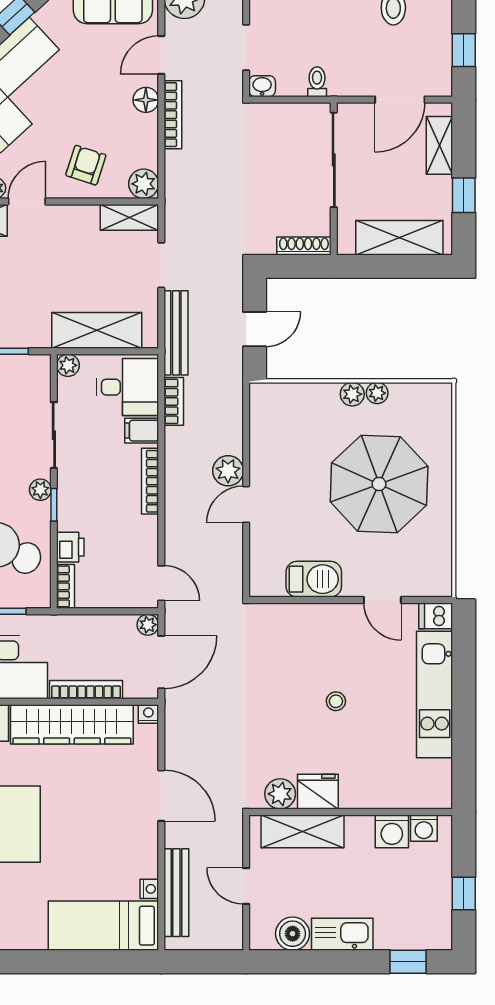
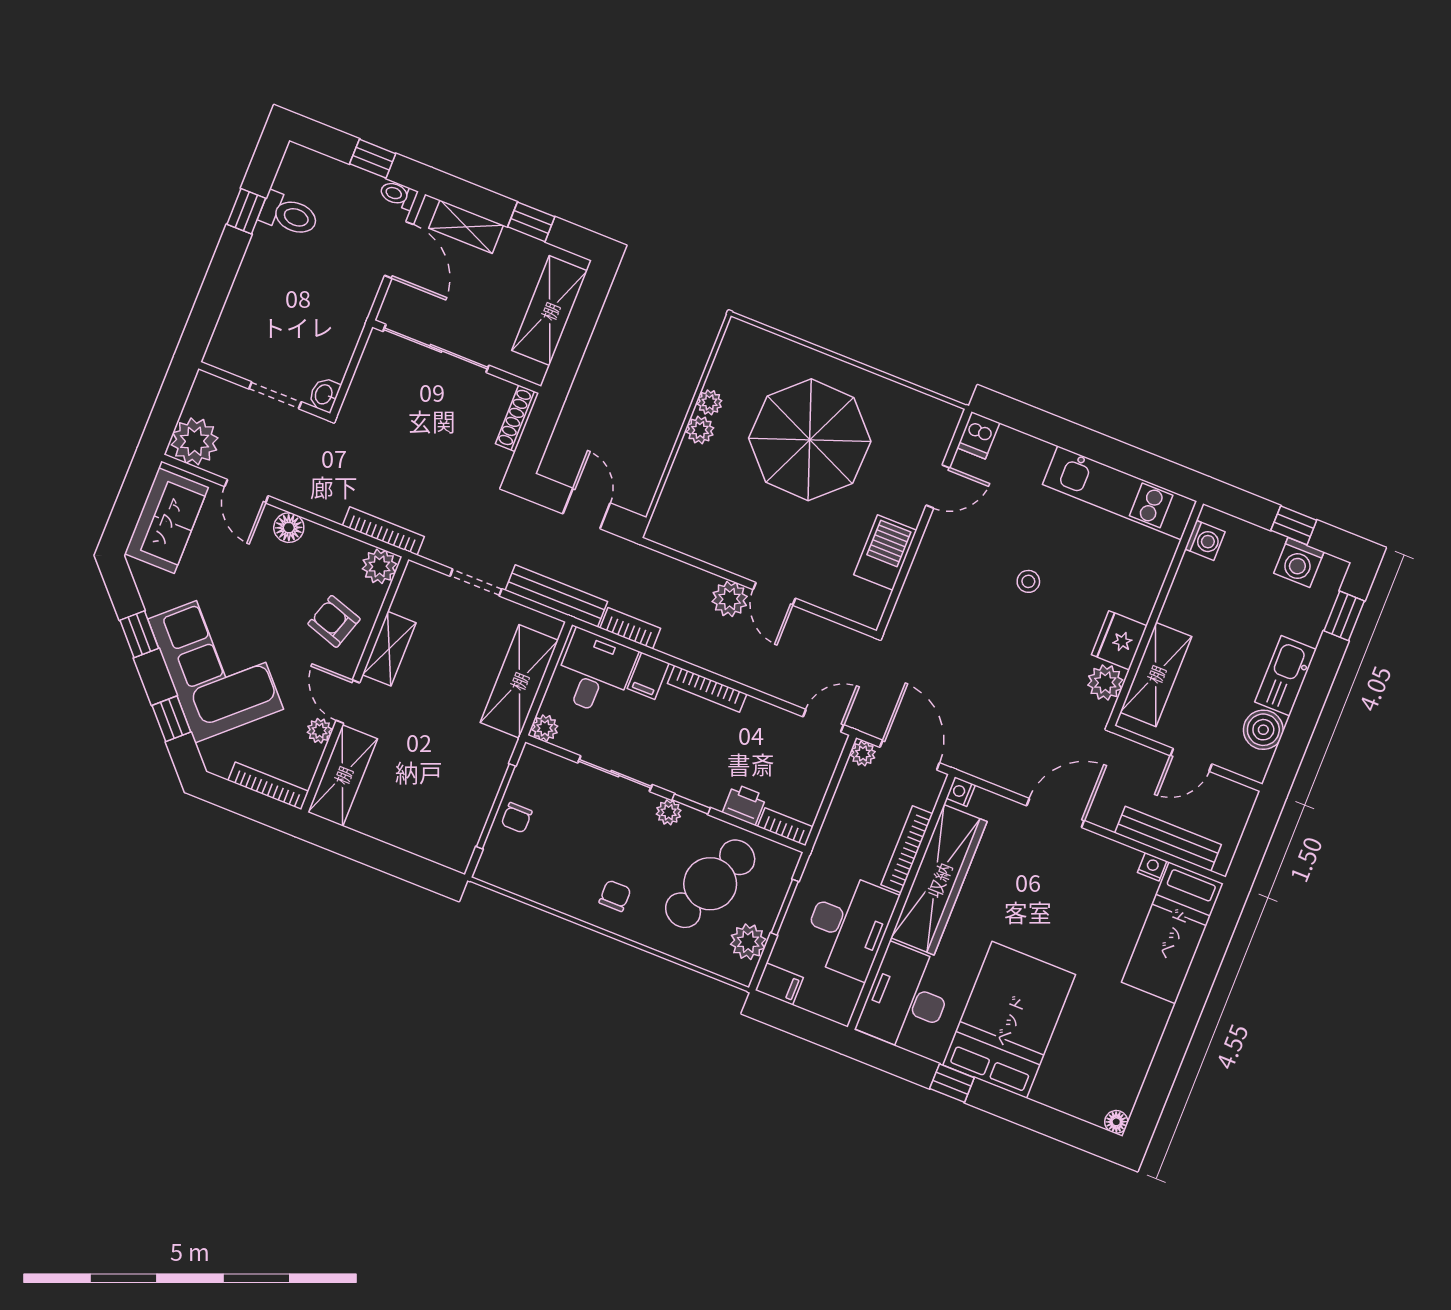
toilet: (317, 82) -> (398, 195), moved
bookcase: (173, 115) -> (383, 531), moved
shelving: (129, 217) -> (389, 649), moved
kitchen unit: (435, 694) -> (1119, 493), moved
washing machine: (392, 831) -> (1299, 562), moved, turned 90

